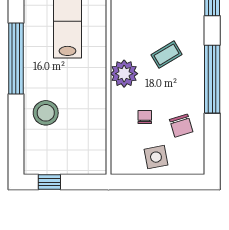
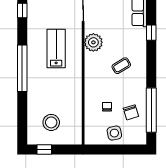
plant: (124, 74) -> (93, 42), moved
window: (212, 79) -> (151, 110), moved
stool: (46, 113) -> (51, 122), moved

